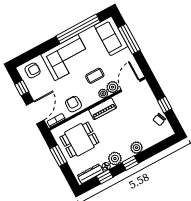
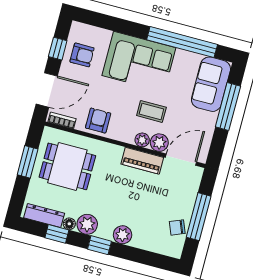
armchair: (33, 70) -> (82, 55), moved
window: (165, 105) -> (199, 217), width x2.17
piano: (103, 109) -> (142, 161), moved

